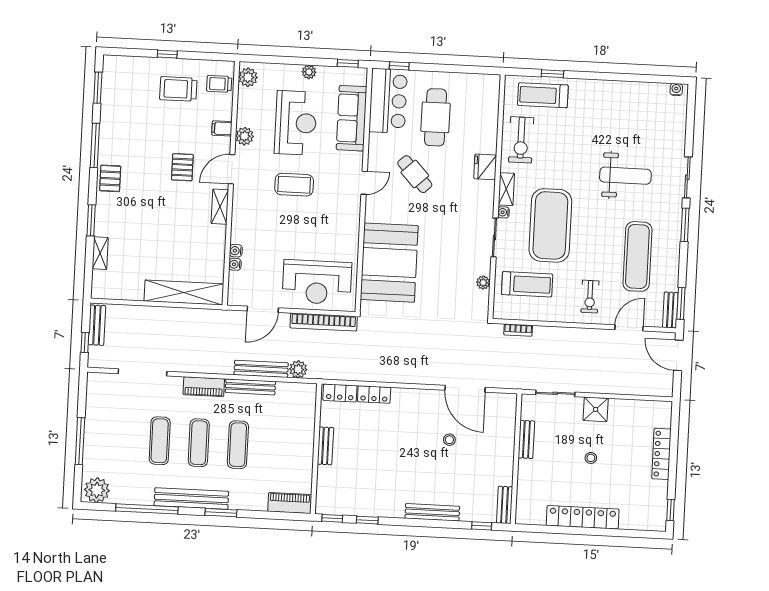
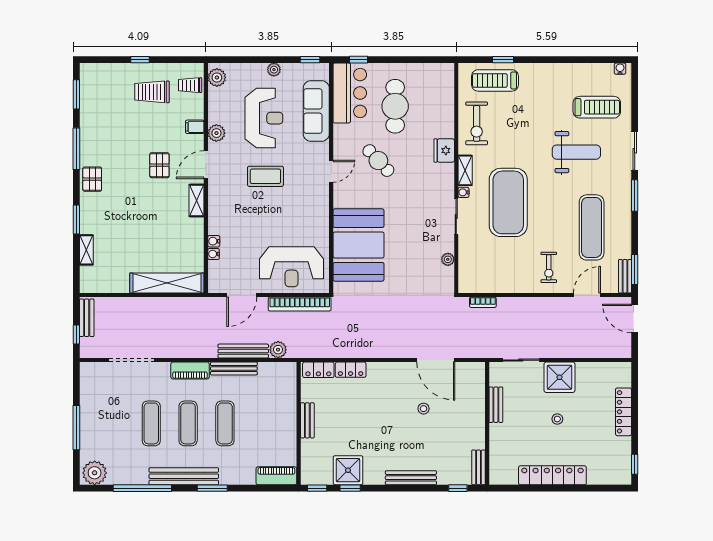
treadmill: (527, 284) -> (597, 107), moved
shower: (596, 409) -> (559, 377), width x1.36, depth x1.36
shower: (366, 501) -> (348, 470), added

